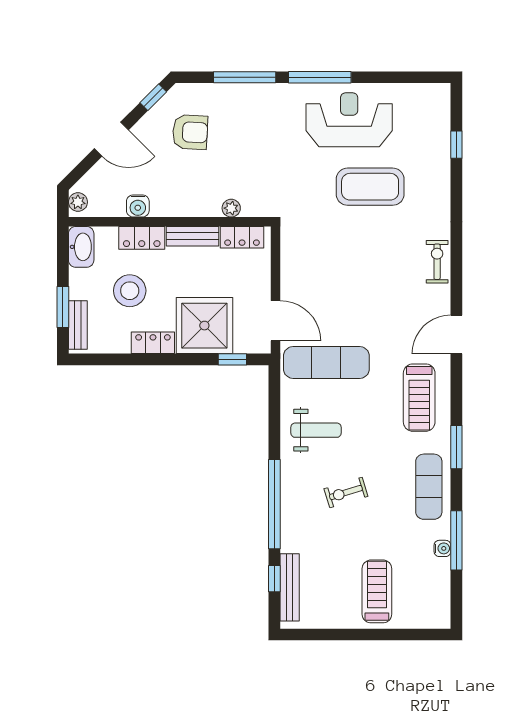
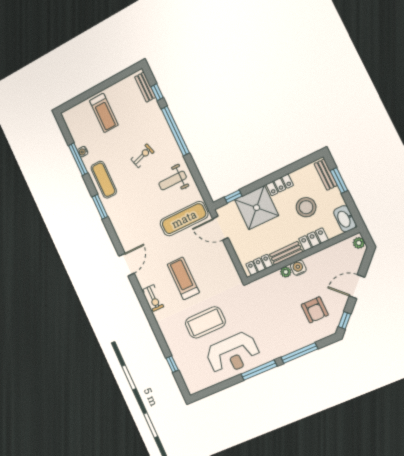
armchair: (190, 132) -> (315, 310), turned -93
water cooler: (138, 206) -> (298, 268), moved
plant: (231, 208) -> (286, 272), moved
treadmill: (419, 398) -> (183, 278), moved
bench: (290, 587) -> (145, 87), width x0.73

